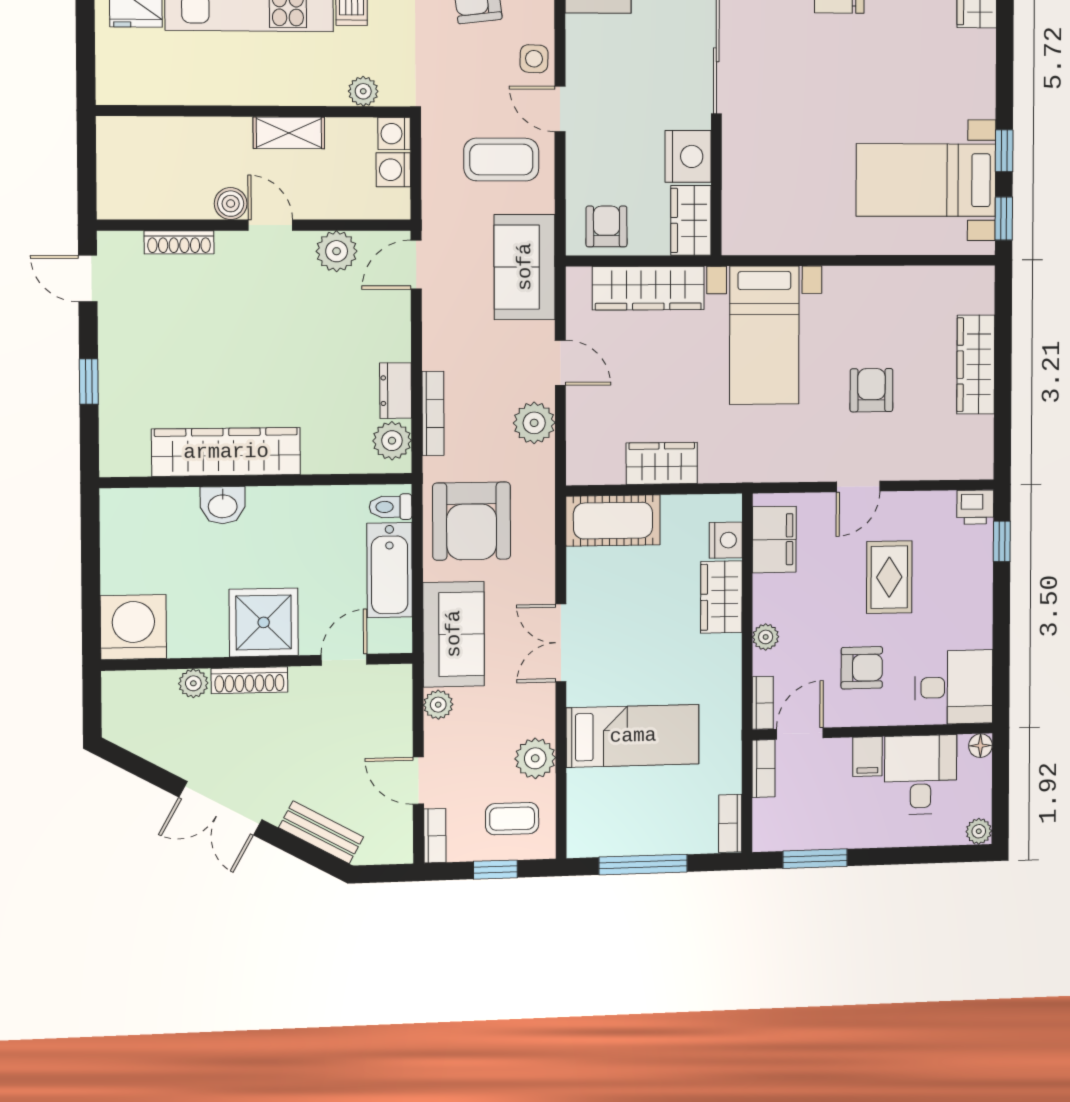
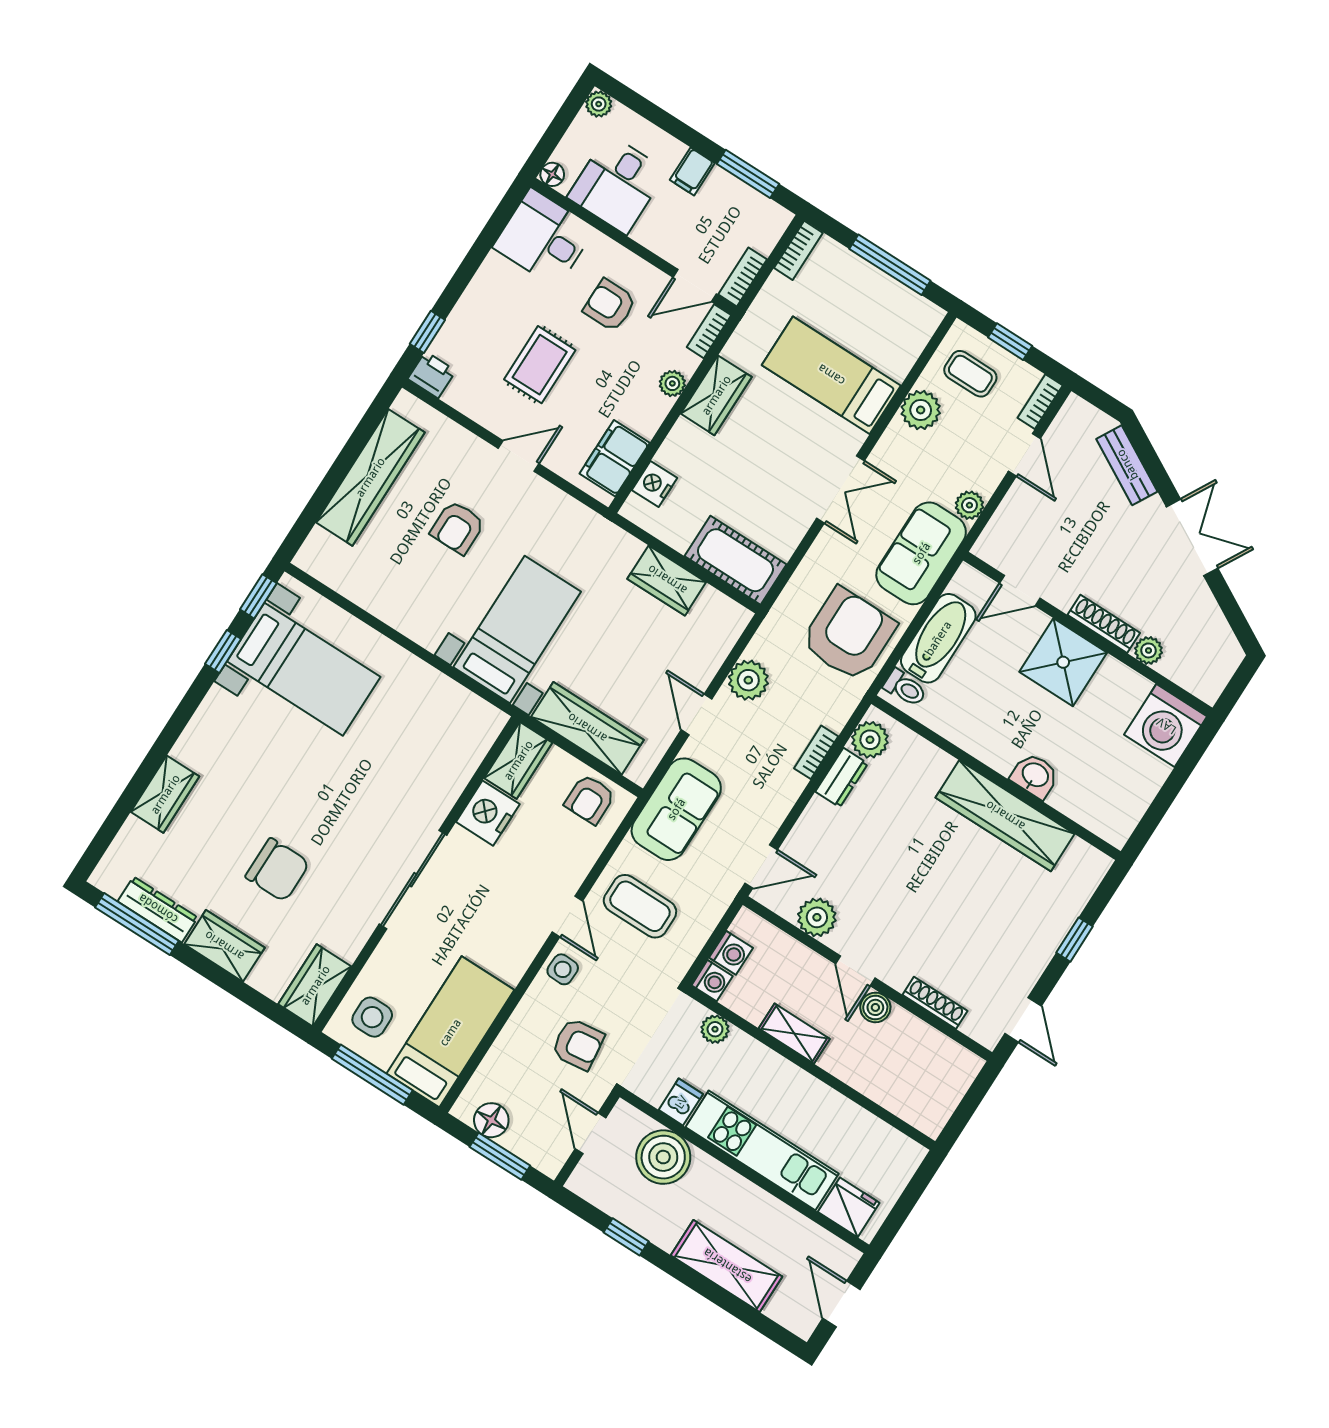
wardrobe: (976, 365) -> (370, 477), width x1.40, depth x1.17
bookcase: (433, 413) -> (816, 752), width x0.64
wardrobe: (721, 597) -> (716, 395), moved
filing cabinet: (868, 757) -> (692, 171), moved, turned 180

